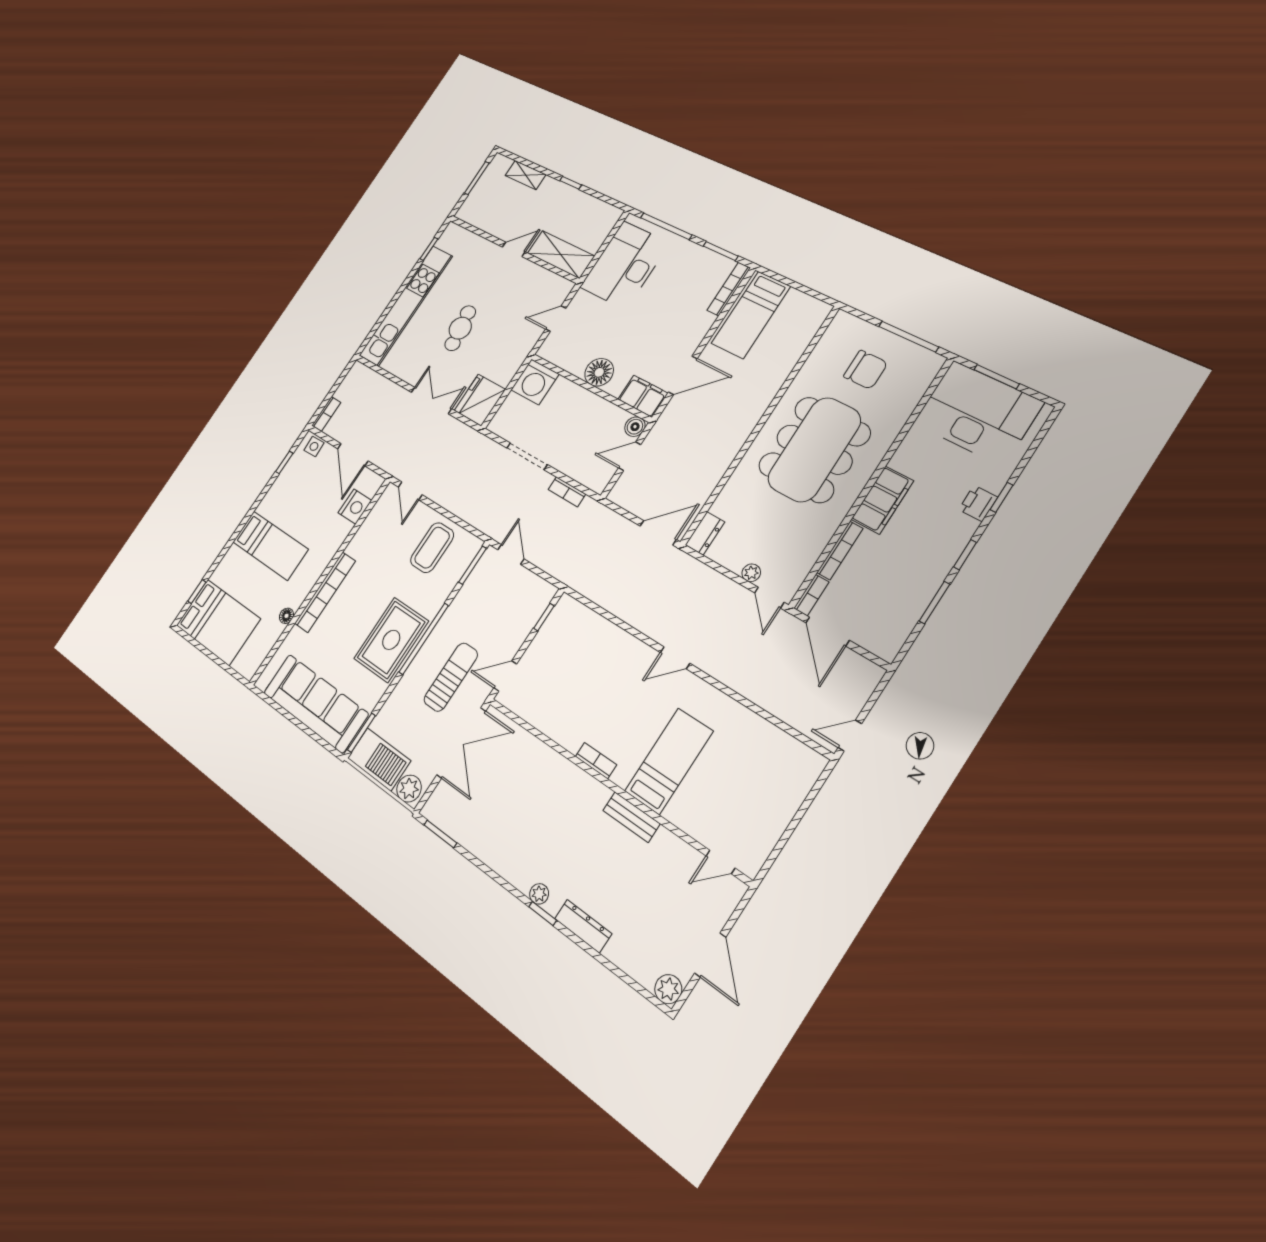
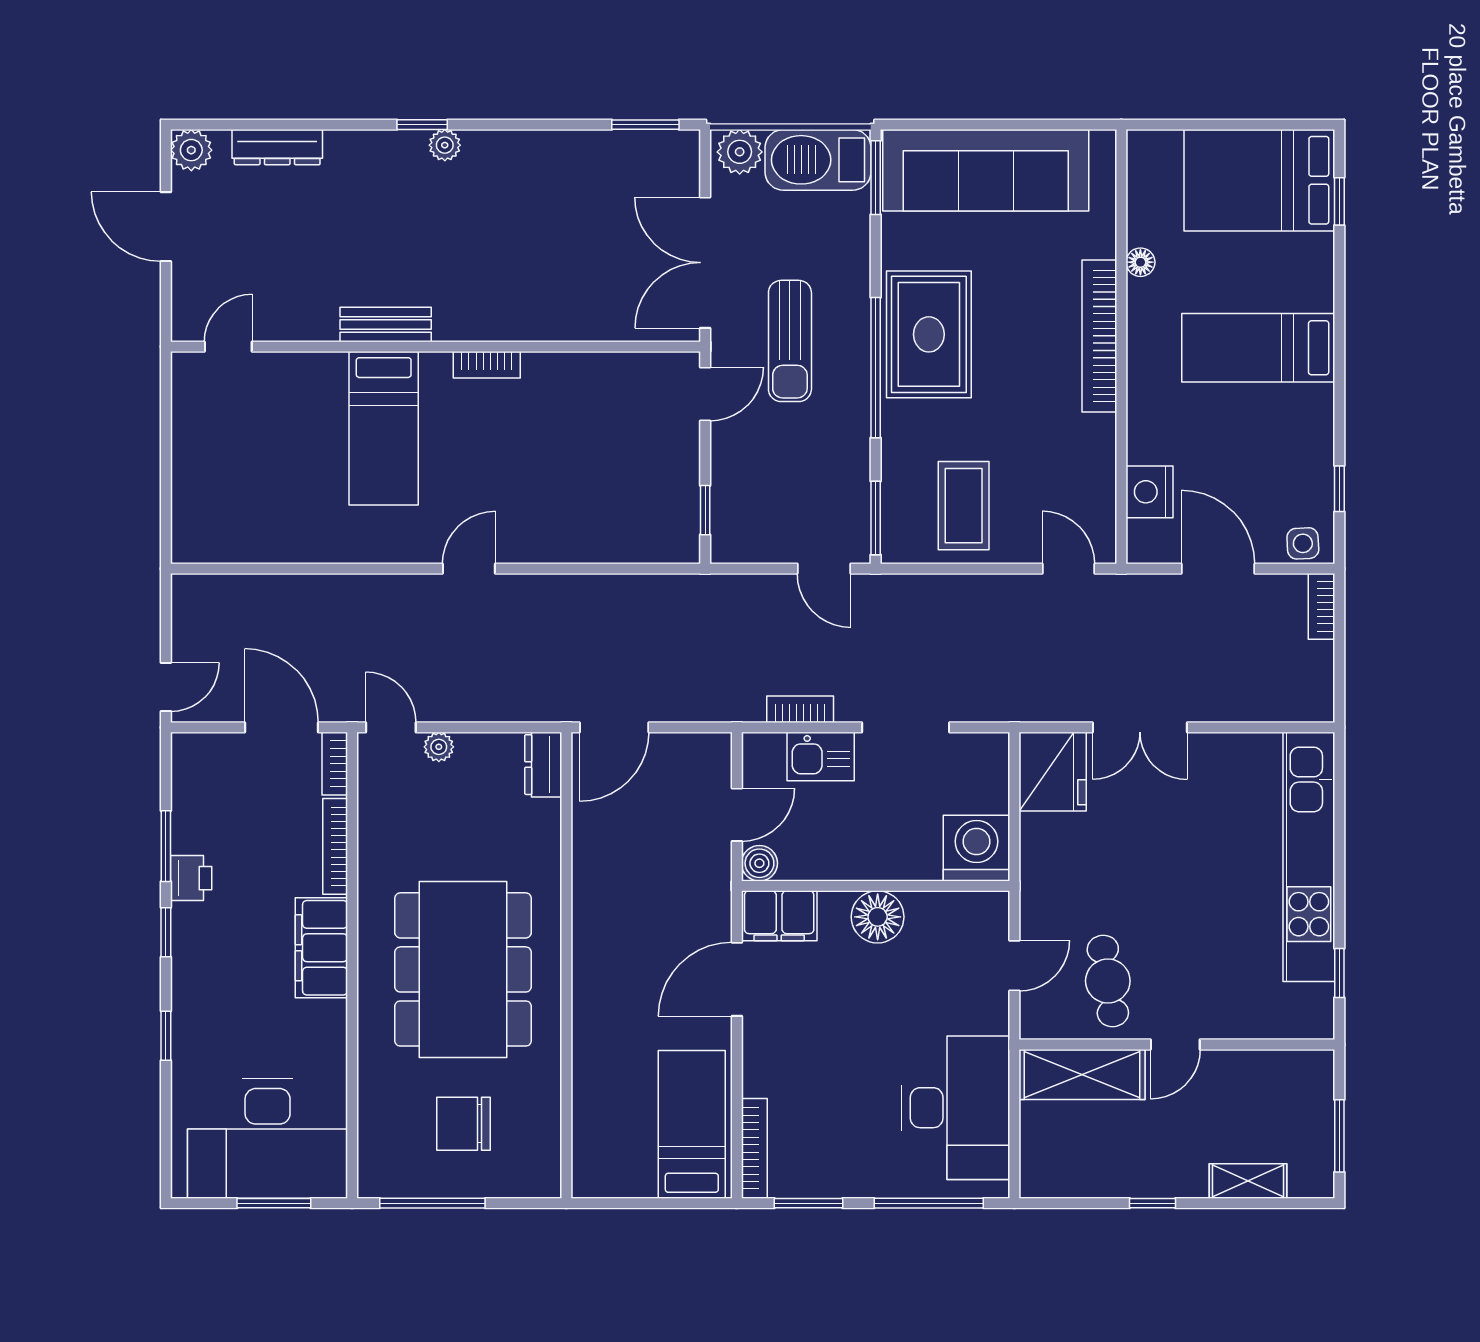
cafe table: (460, 328) -> (1108, 981), moved
kitchen sink: (573, 463) -> (821, 756), added
printer: (978, 503) -> (191, 878), moved
door: (850, 736) -> (166, 687), moved
dresser: (583, 926) -> (277, 147), moved

